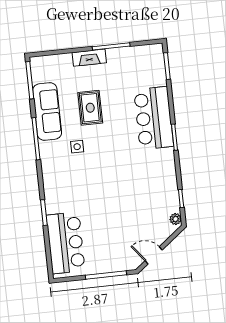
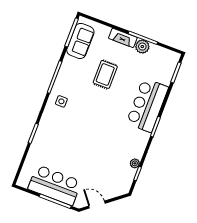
plant: (115, 56) -> (142, 47), added
sofa: (47, 112) -> (80, 41), moved, width x0.73
side table: (77, 147) -> (61, 101), moved
plant: (176, 219) -> (135, 163), moved
bar counter: (66, 243) -> (55, 185), moved, turned -90

